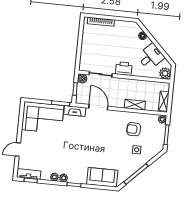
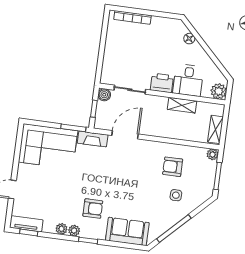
desk: (151, 57) -> (188, 80), moved, turned 135
shelving: (135, 105) -> (182, 105), moved
door: (98, 107) -> (125, 135), hinge flipped
armchair: (77, 161) -> (93, 208), added

